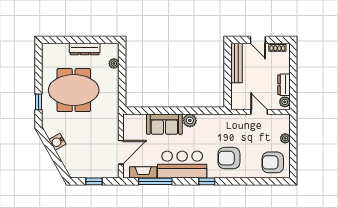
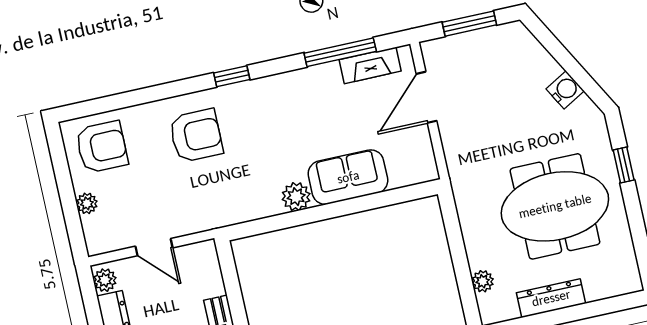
bar counter: (182, 165) -> (292, 100), removed
window: (94, 181) -> (469, 24), width x1.50

